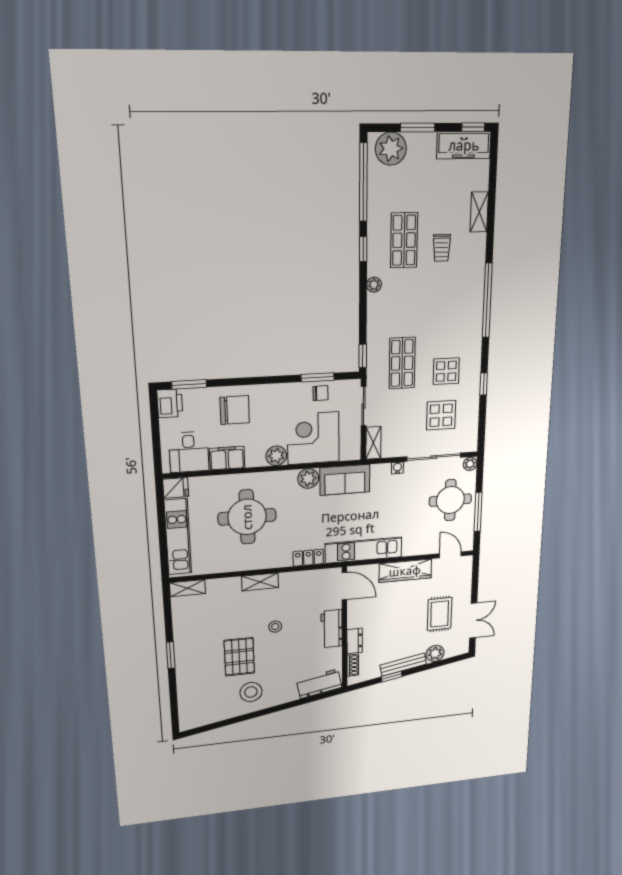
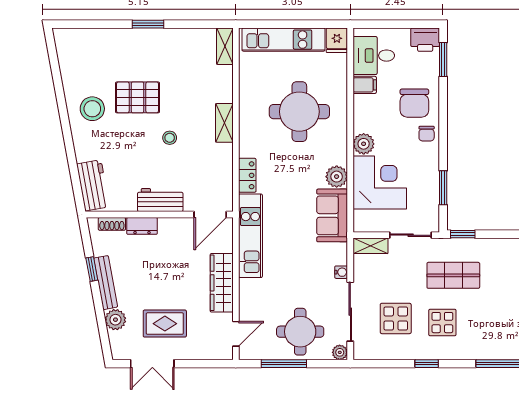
chair: (320, 393) -> (427, 134), moved
filing cabinet: (227, 458) -> (365, 85), width x0.50

